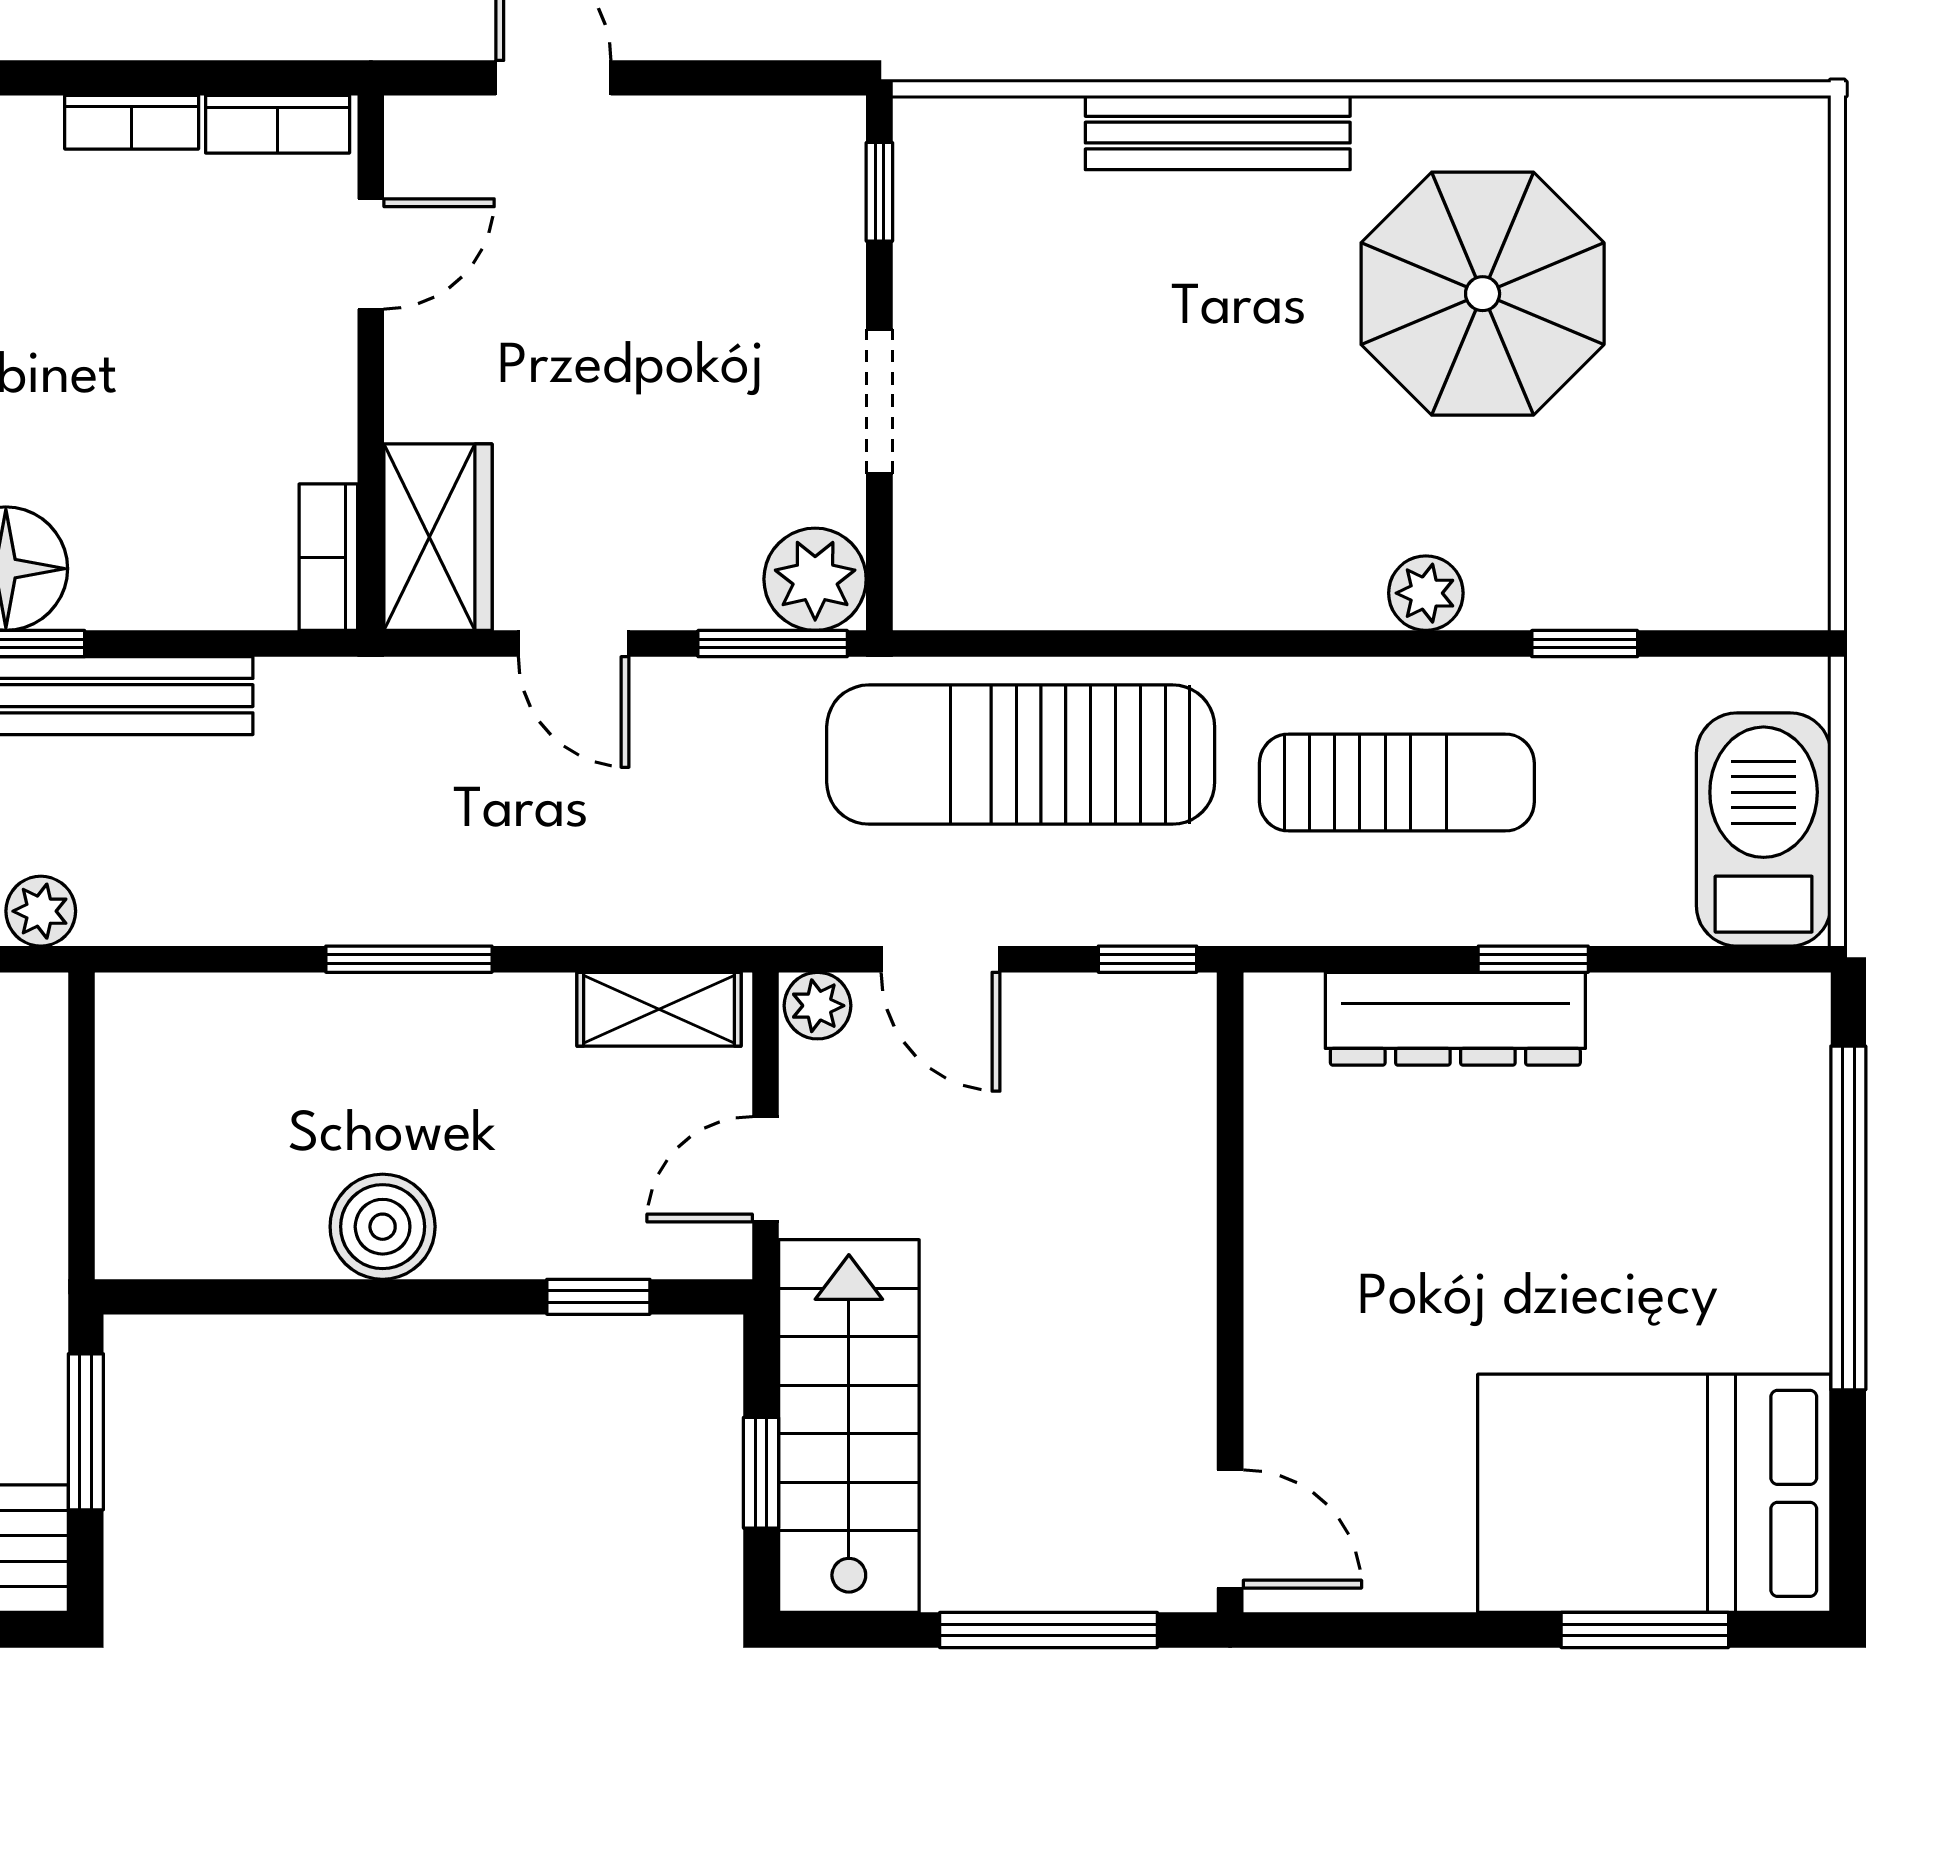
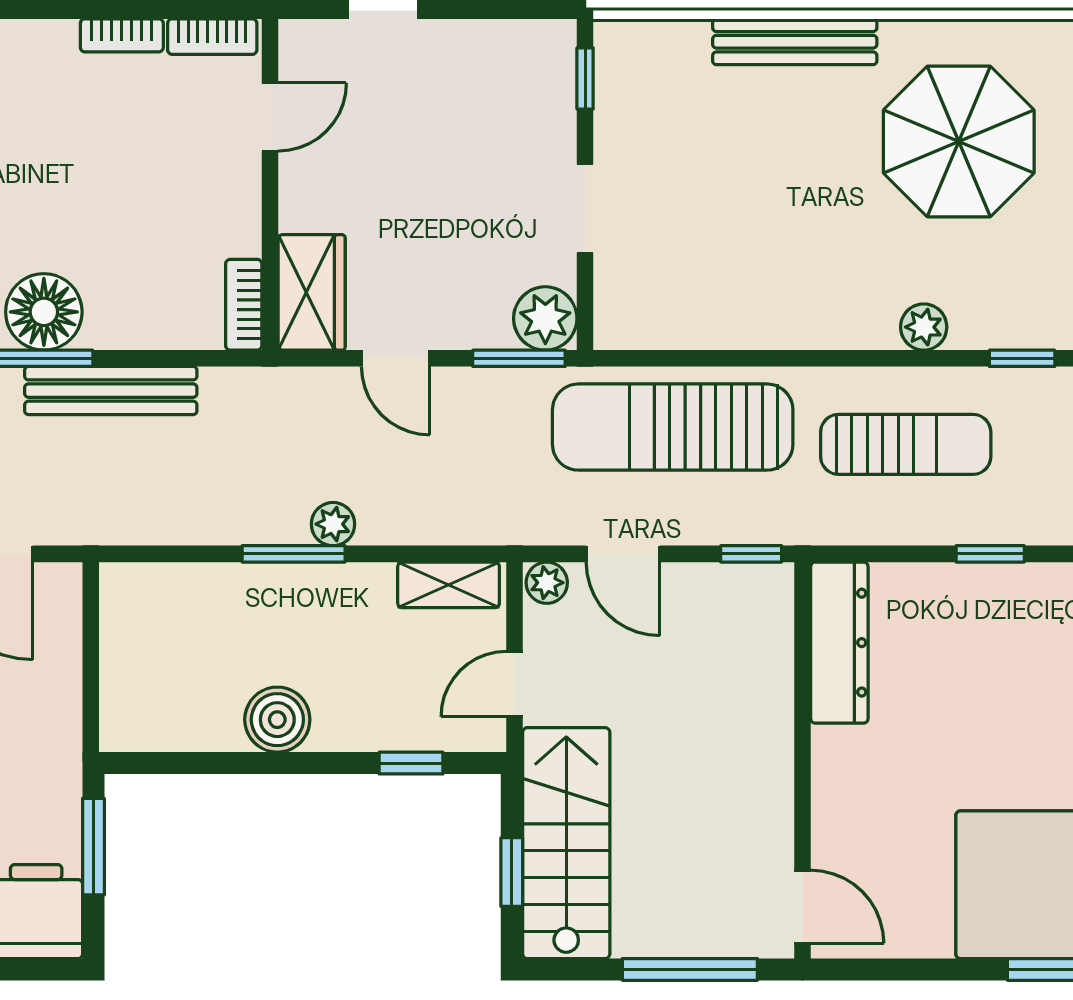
plant: (41, 911) -> (333, 524), moved
dresser: (1455, 1019) -> (839, 643), moved, turned -90

